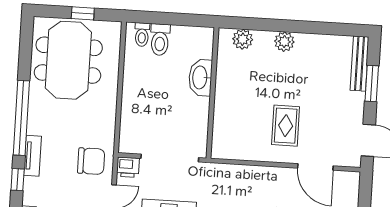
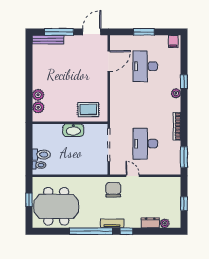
plant: (284, 42) -> (38, 95), moved
washbasin: (200, 78) -> (73, 130), moved
window: (372, 83) -> (59, 32), width x1.44
rug: (286, 126) -> (88, 110), moved
printer: (128, 167) -> (115, 168), removed

